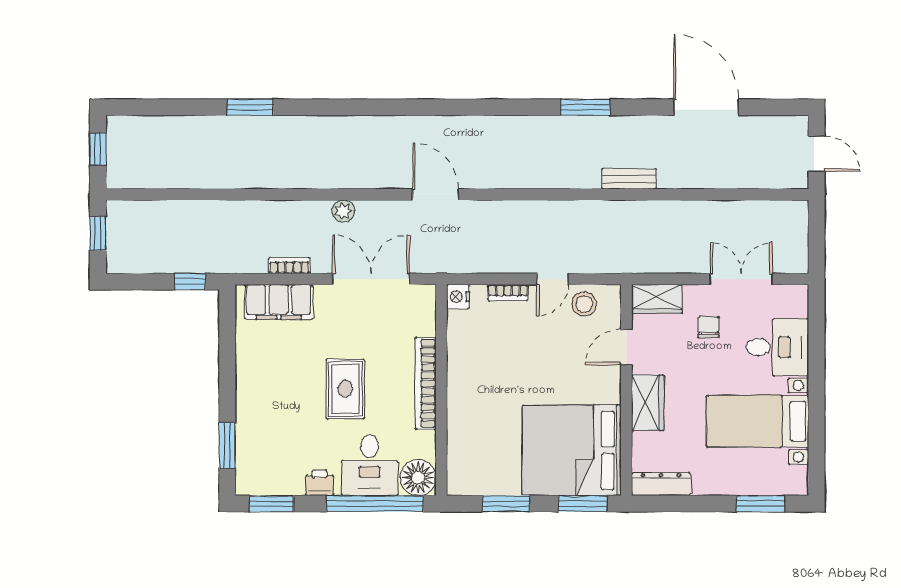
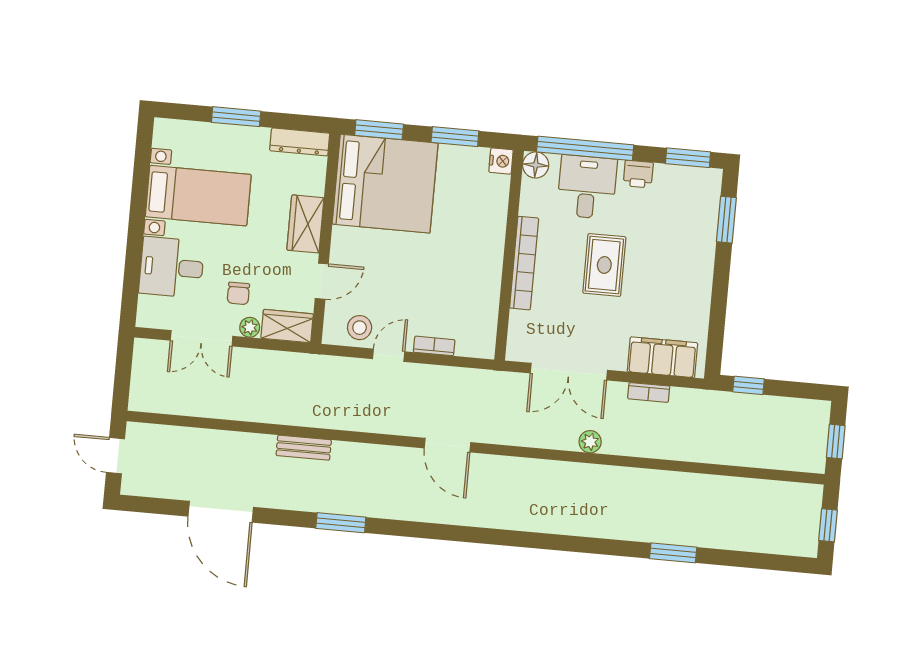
door: (436, 194) -> (448, 445), moved
plant: (694, 294) -> (250, 327), added
nightstand: (458, 297) -> (501, 161), moved
floor lamp: (418, 478) -> (536, 165), width x0.73, depth x0.73
window: (760, 504) -> (236, 117), moved

